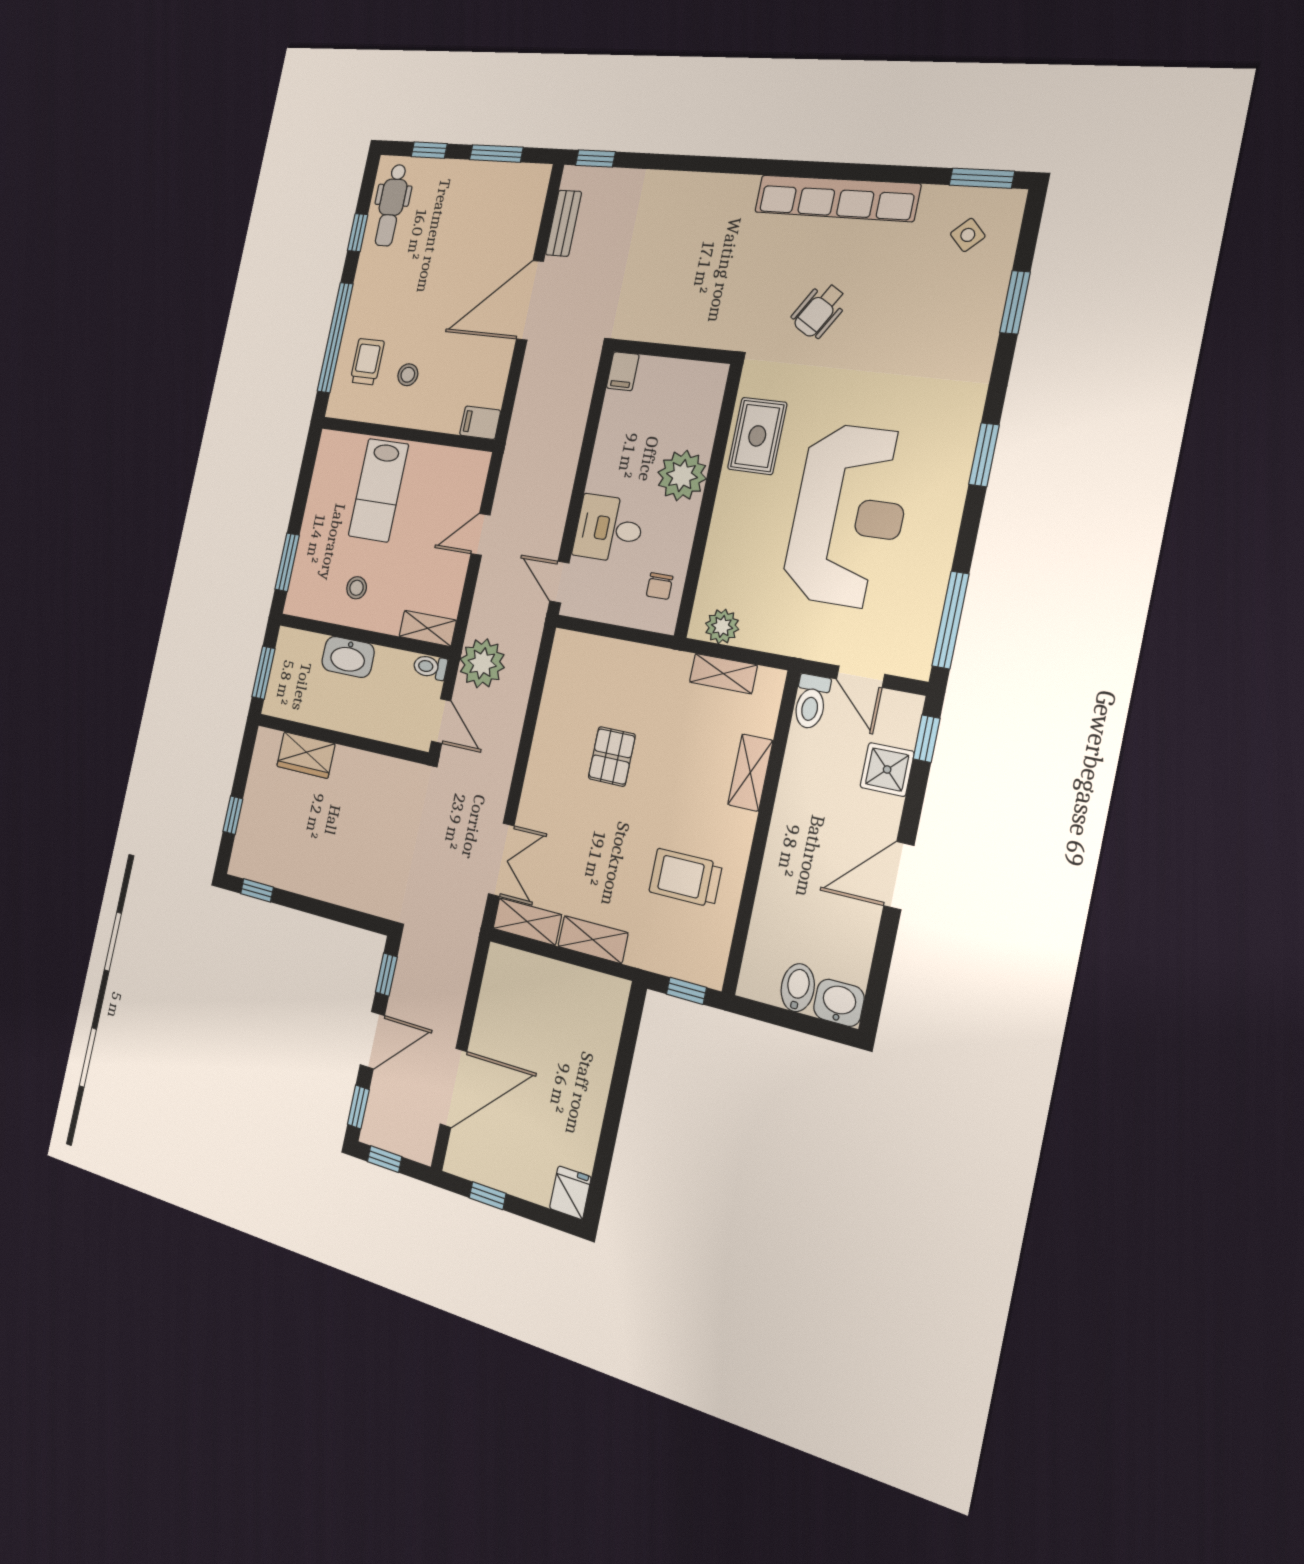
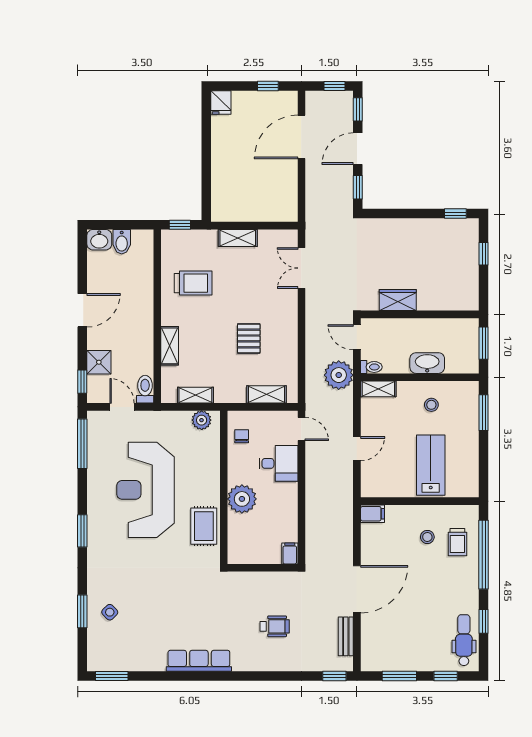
row of seats: (837, 198) -> (199, 661), width x0.73
side table: (968, 235) -> (110, 612), moved
wheelchair: (819, 310) -> (275, 626), moved, turned 59
wardrobe: (306, 755) -> (398, 300), moved
shelving: (527, 922) -> (266, 394), moved

